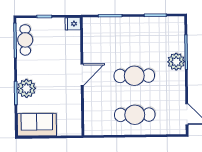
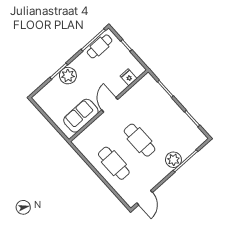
fridge: (73, 24) -> (129, 77), moved
door: (82, 75) -> (110, 105), swing flipped
sofa: (37, 125) -> (81, 116), moved, turned -90

